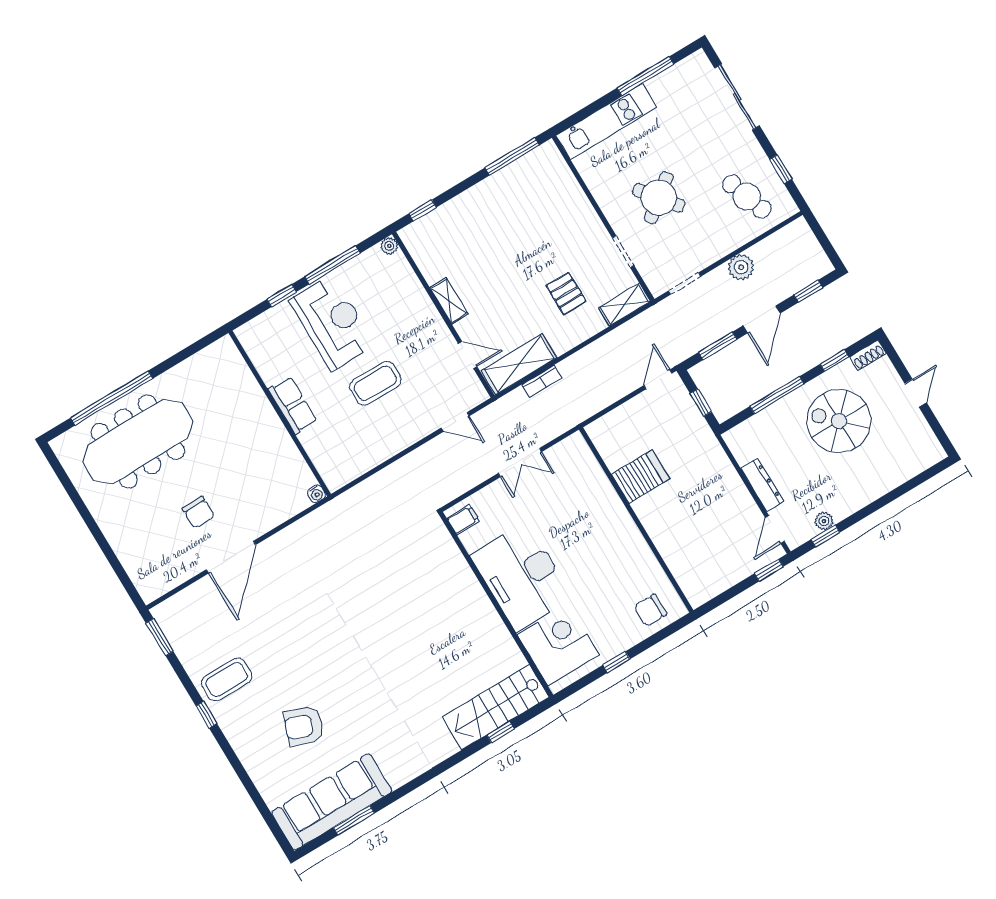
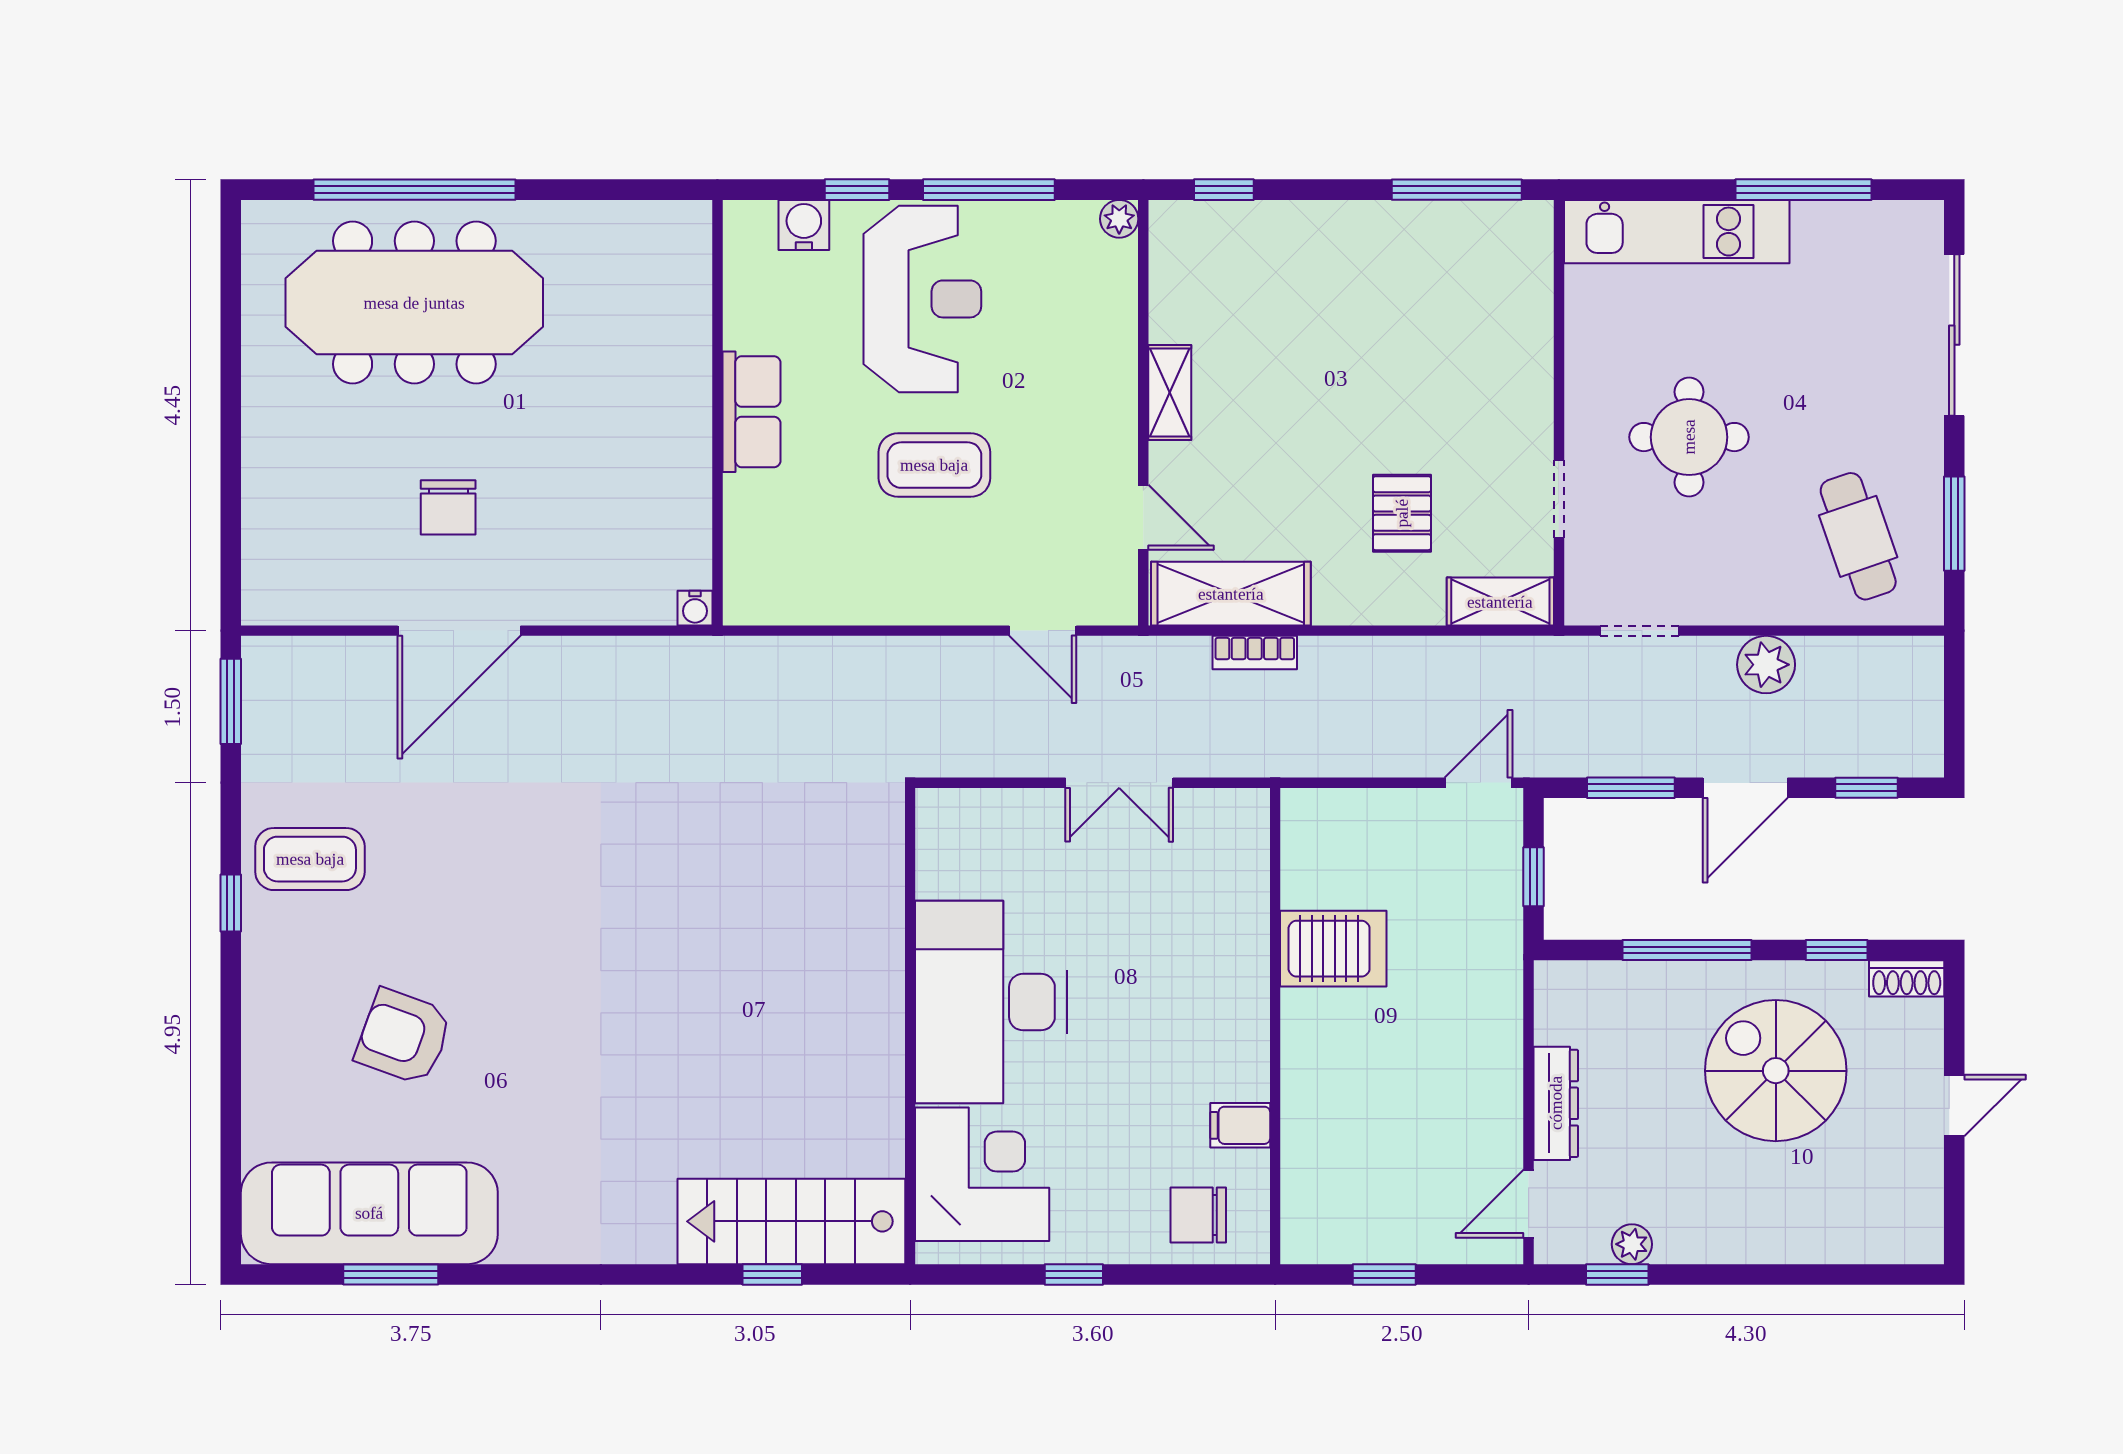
window: (781, 169) -> (1954, 524), width x1.50
round table: (659, 198) -> (1689, 437), turned 38
water cooler: (269, 321) -> (804, 225), added
filing cabinet: (463, 520) -> (1240, 1125), moved, turned 180
window: (769, 570) -> (1384, 1274), moved

